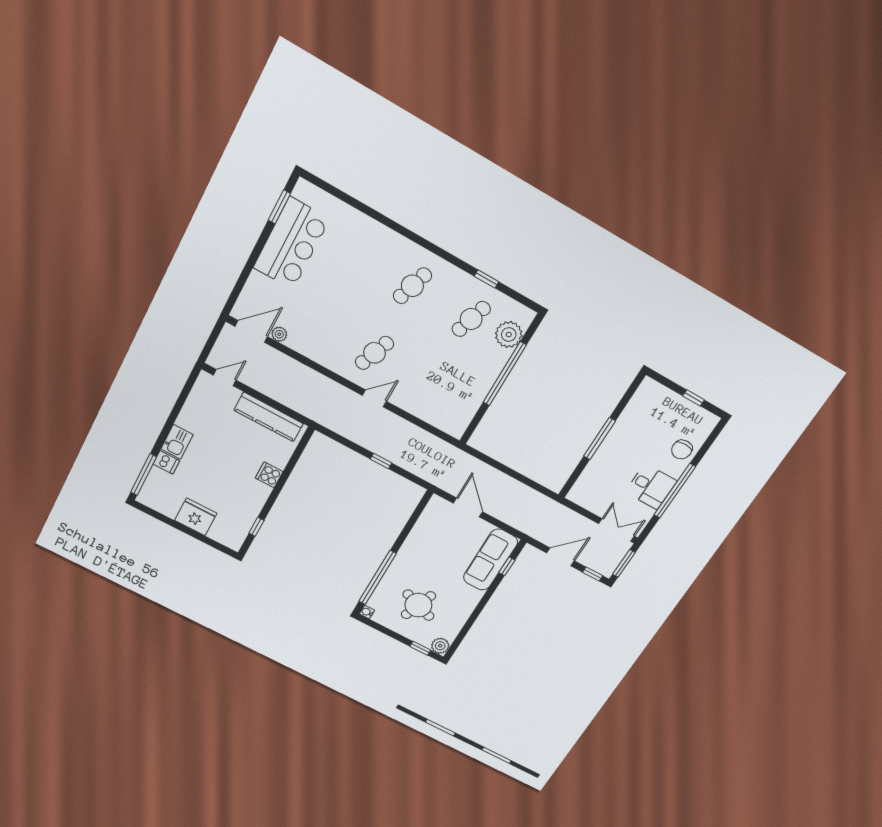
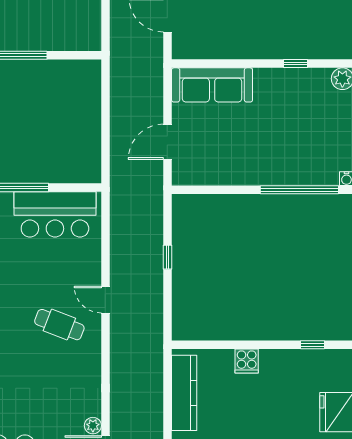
bar counter: (463, 397) -> (55, 214), added
window: (507, 566) -> (296, 64), moved
round table: (418, 605) -> (307, 129), removed

